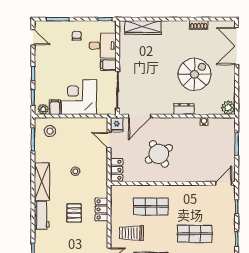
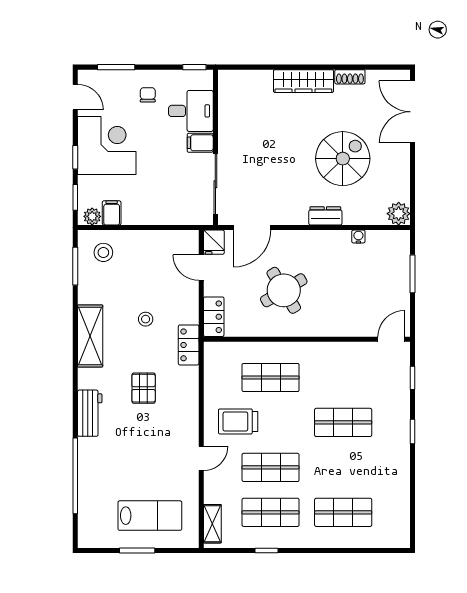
wardrobe: (143, 28) -> (303, 81), moved
corner desk: (79, 97) -> (107, 145), moved, turned 90
locker: (101, 209) -> (189, 345), moved
workbench: (42, 215) -> (90, 413), moved

